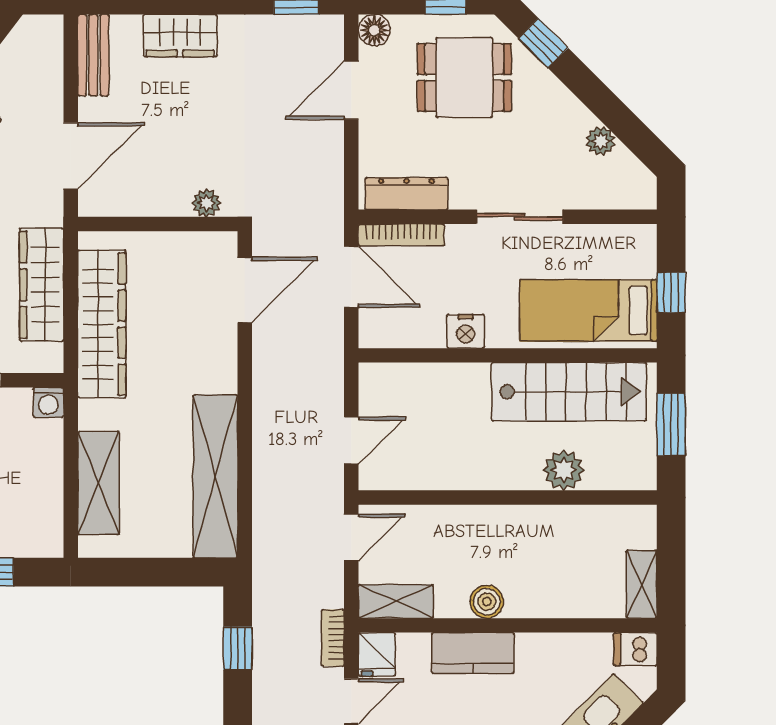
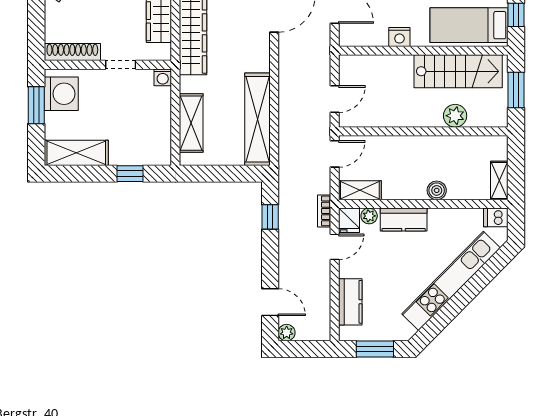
boiler: (487, 602) -> (437, 190), moved
plant: (412, 647) -> (369, 216), added

